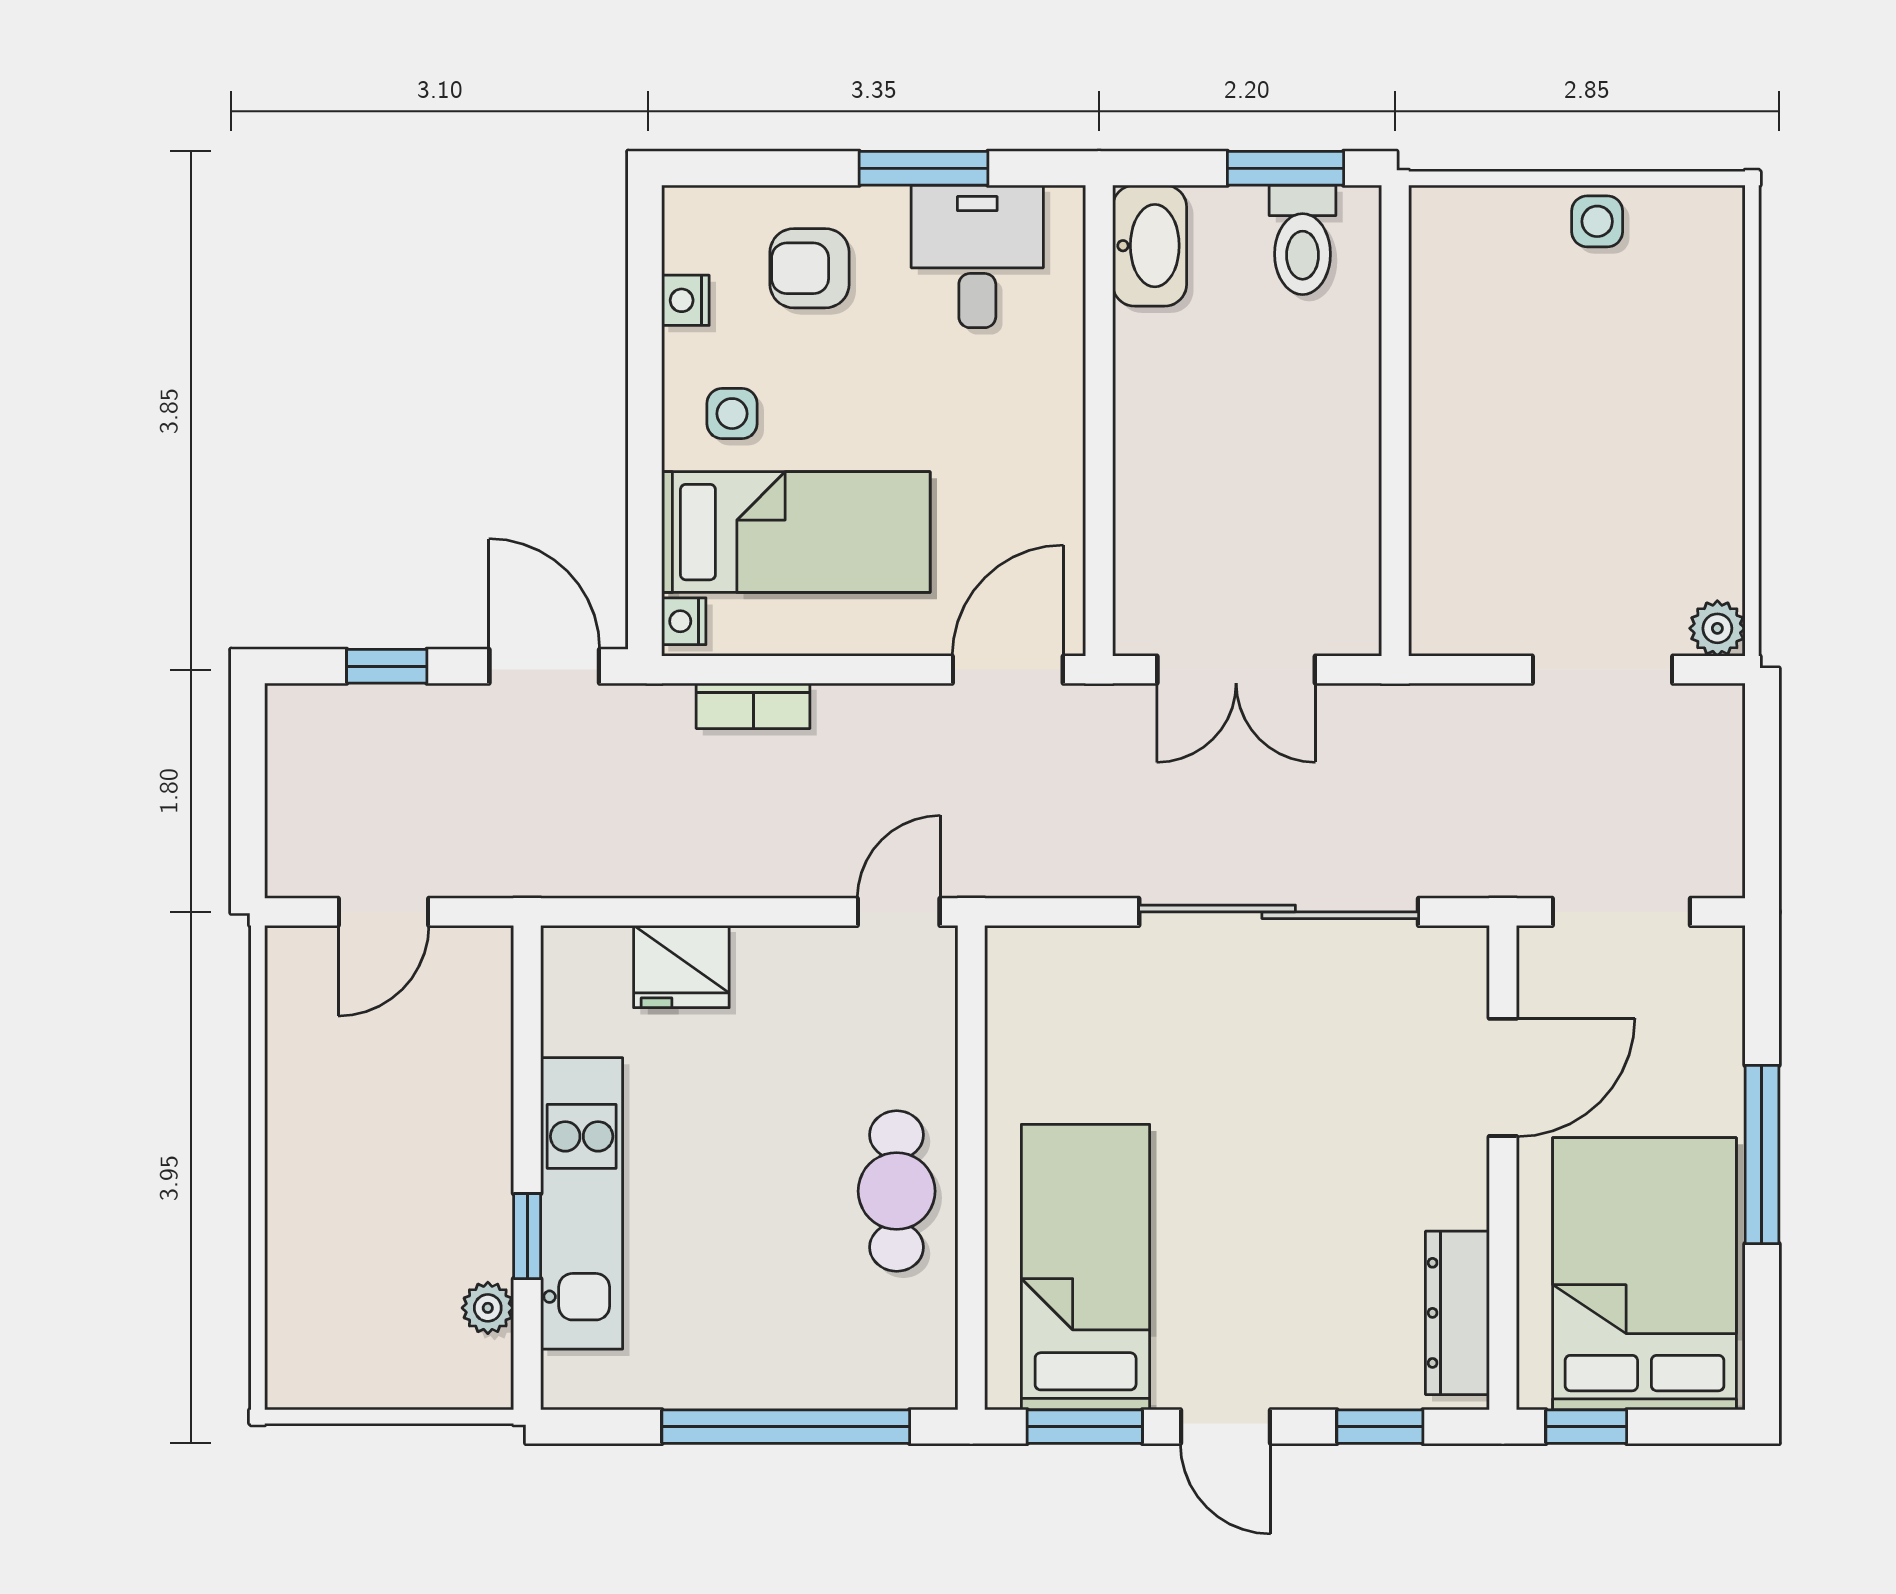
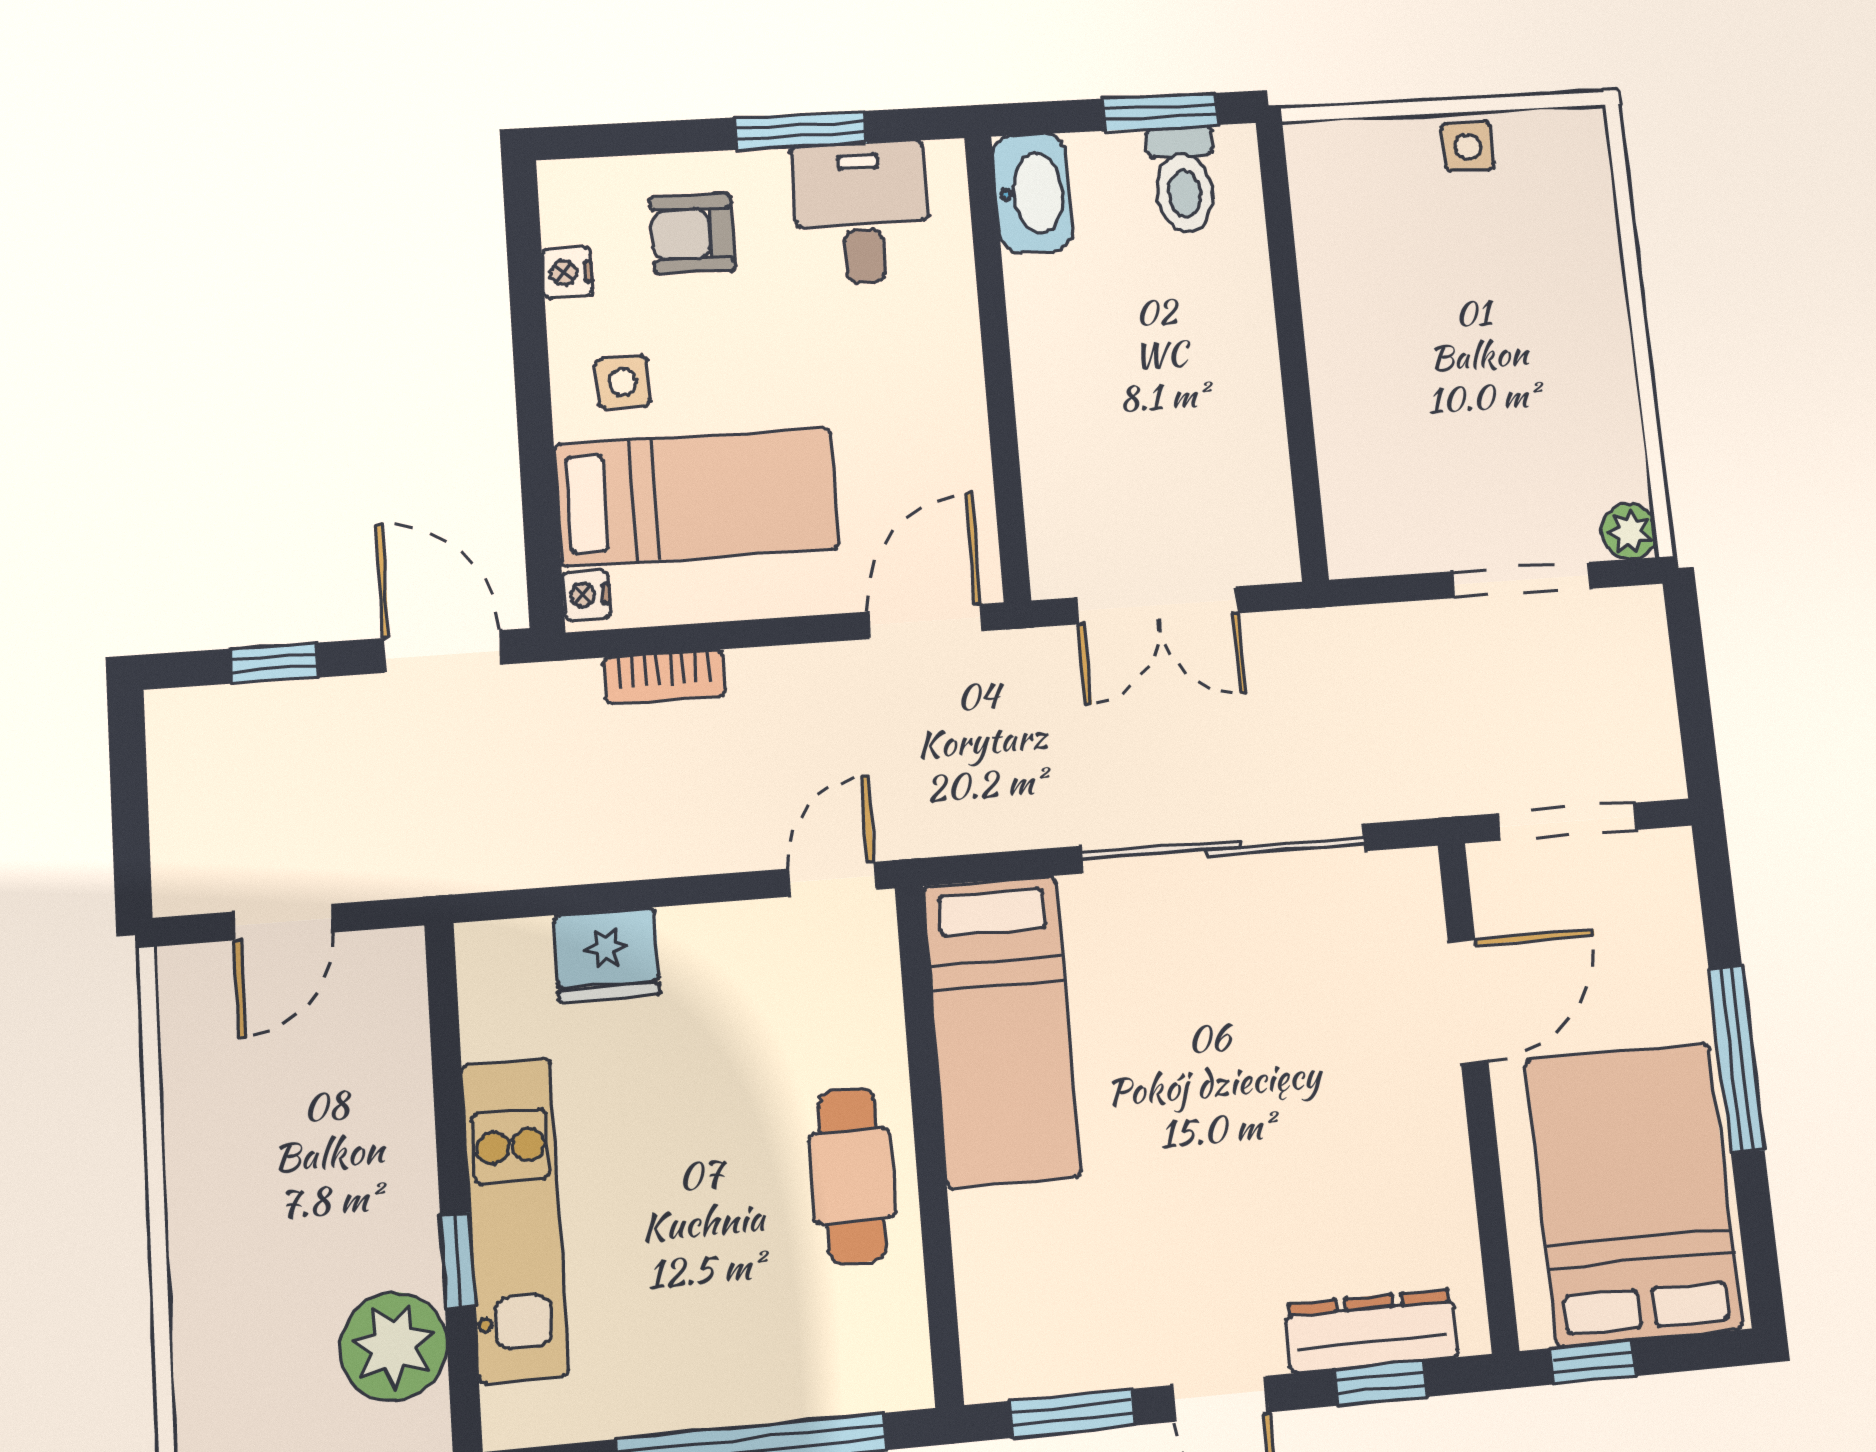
bed: (1086, 1267) -> (1002, 1031), moved, turned 180
plant: (488, 1308) -> (394, 1346), width x1.87, depth x1.87
dresser: (1457, 1313) -> (1372, 1331), moved, turned 90

